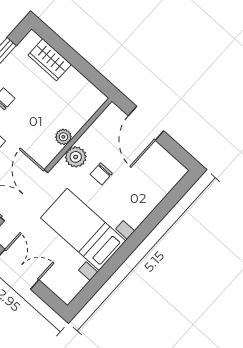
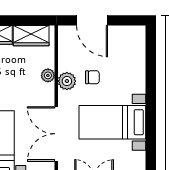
wardrobe: (80, 88) -> (31, 36), added
chair: (101, 174) -> (92, 77), turned -90

